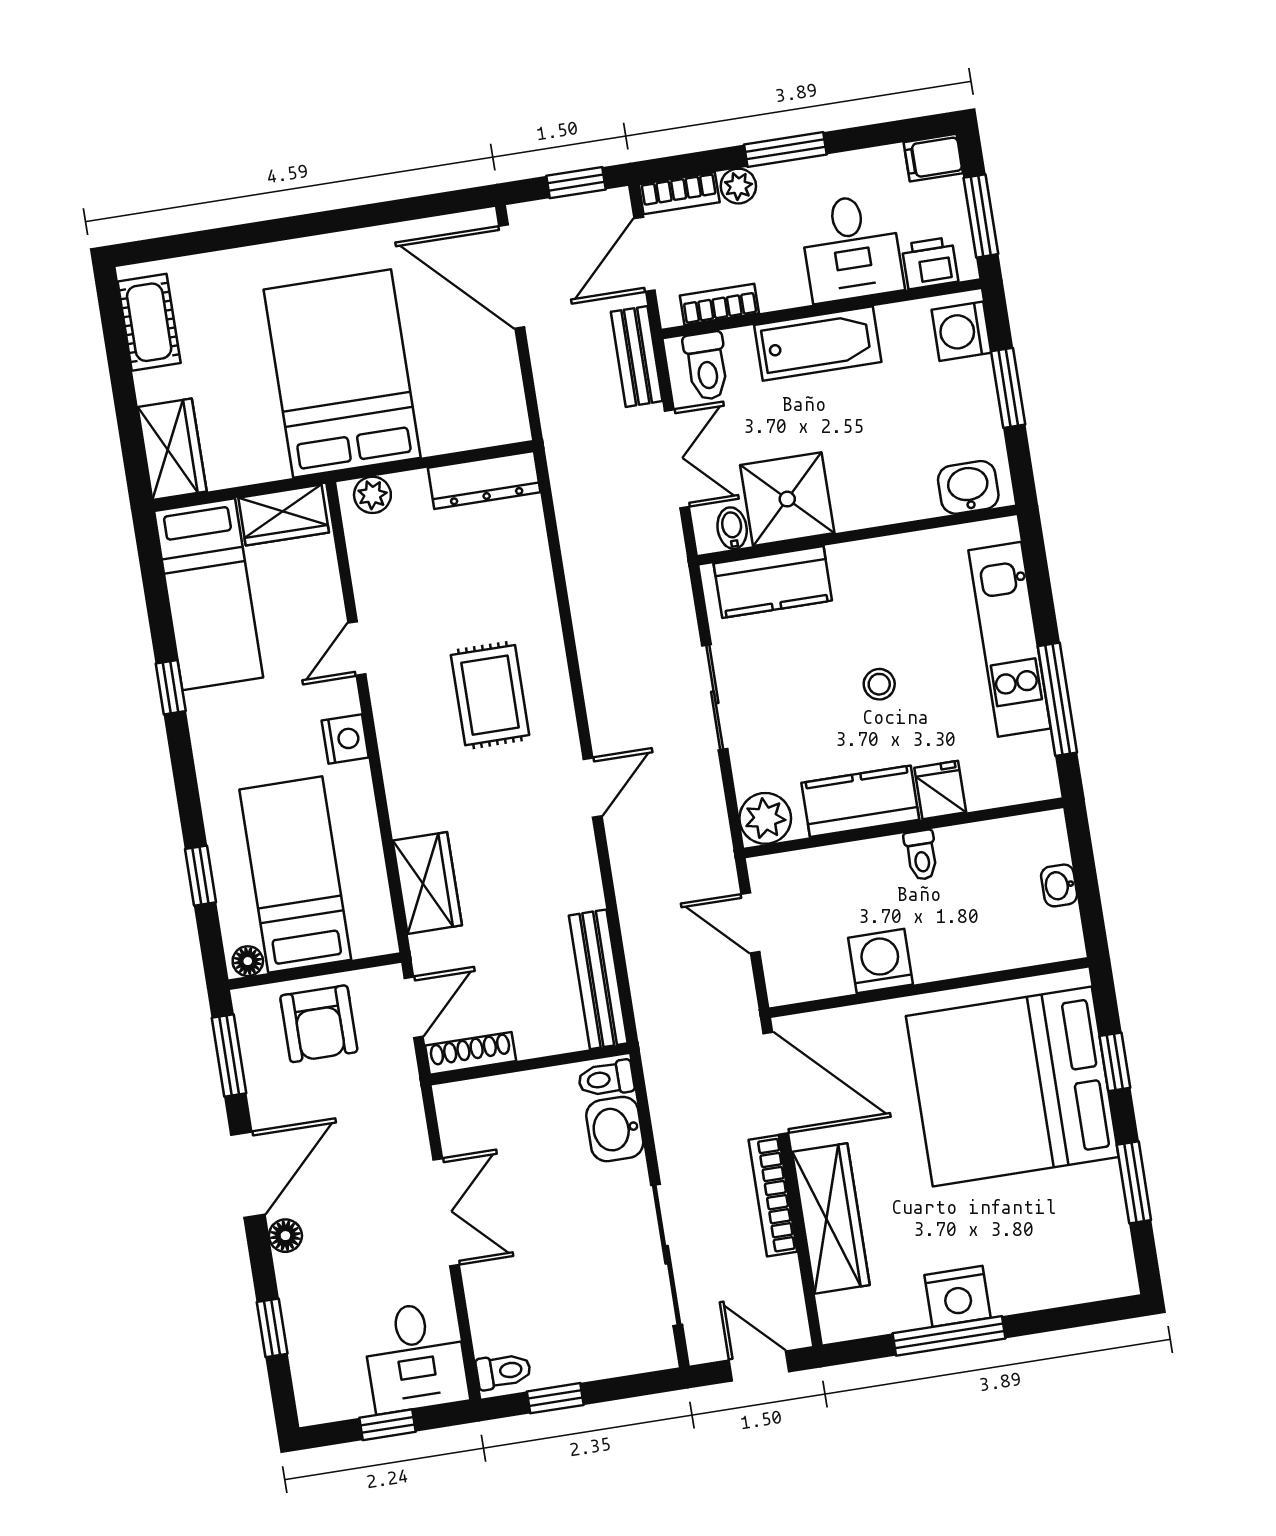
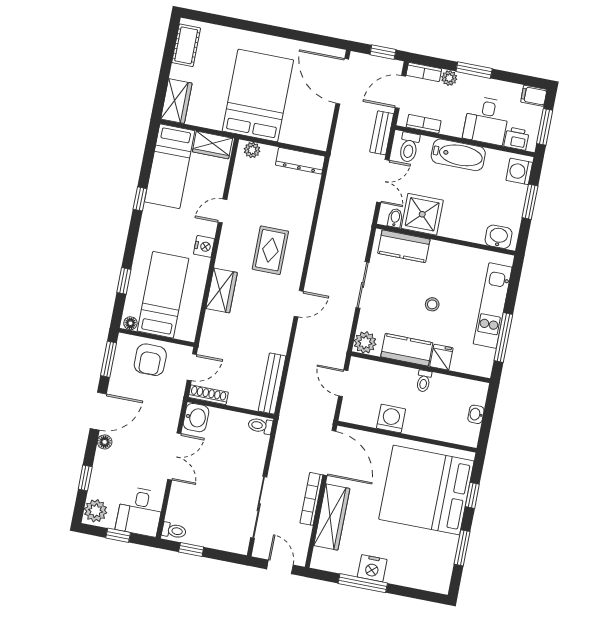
wardrobe: (427, 883) -> (222, 290), moved
washbasin: (615, 1129) -> (196, 418), moved, turned 180
plant: (320, 1390) -> (96, 511), added

